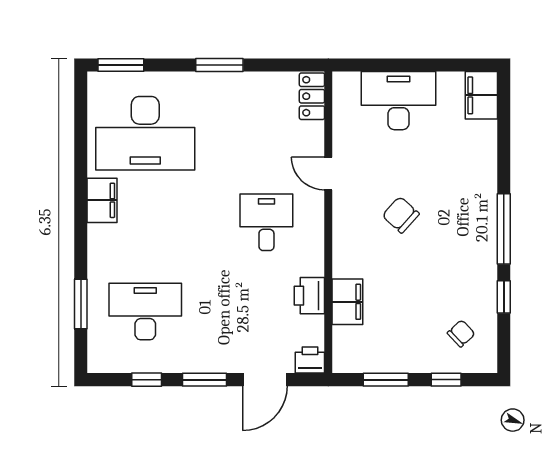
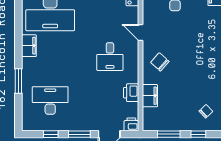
chair: (401, 215) -> (160, 62), moved
desk: (266, 222) -> (110, 57), turned 180
window: (81, 304) -> (18, 81), moved

